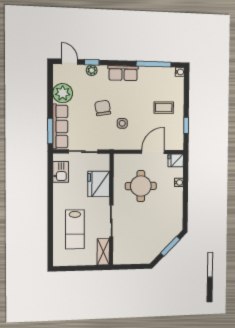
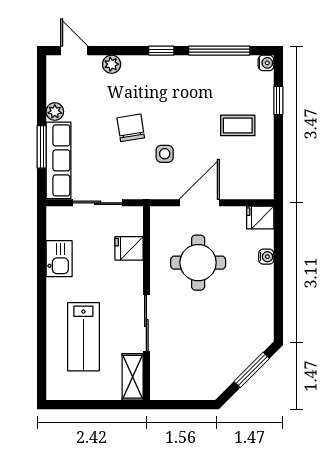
window: (92, 62) -> (161, 51), moved
row of seats: (123, 73) -> (166, 68), removed
plant: (63, 93) -> (55, 112), width x0.53, depth x0.53
window: (186, 125) -> (278, 101), moved
window: (50, 131) -> (42, 147), moved
door: (153, 152) -> (199, 203), moved
kitchen sink: (61, 172) -> (59, 259), moved
fridge: (99, 184) -> (129, 248), width x0.53, depth x0.75

